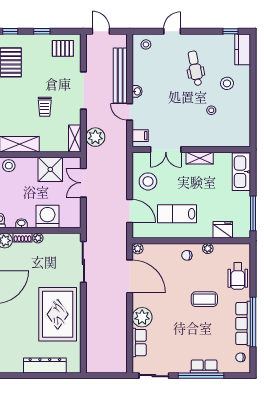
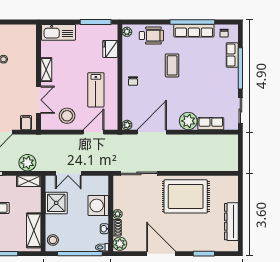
plant: (208, 248) -> (127, 32), moved
dresser: (45, 365) -> (231, 222), moved
row of seats: (204, 366) -> (232, 55), moved

